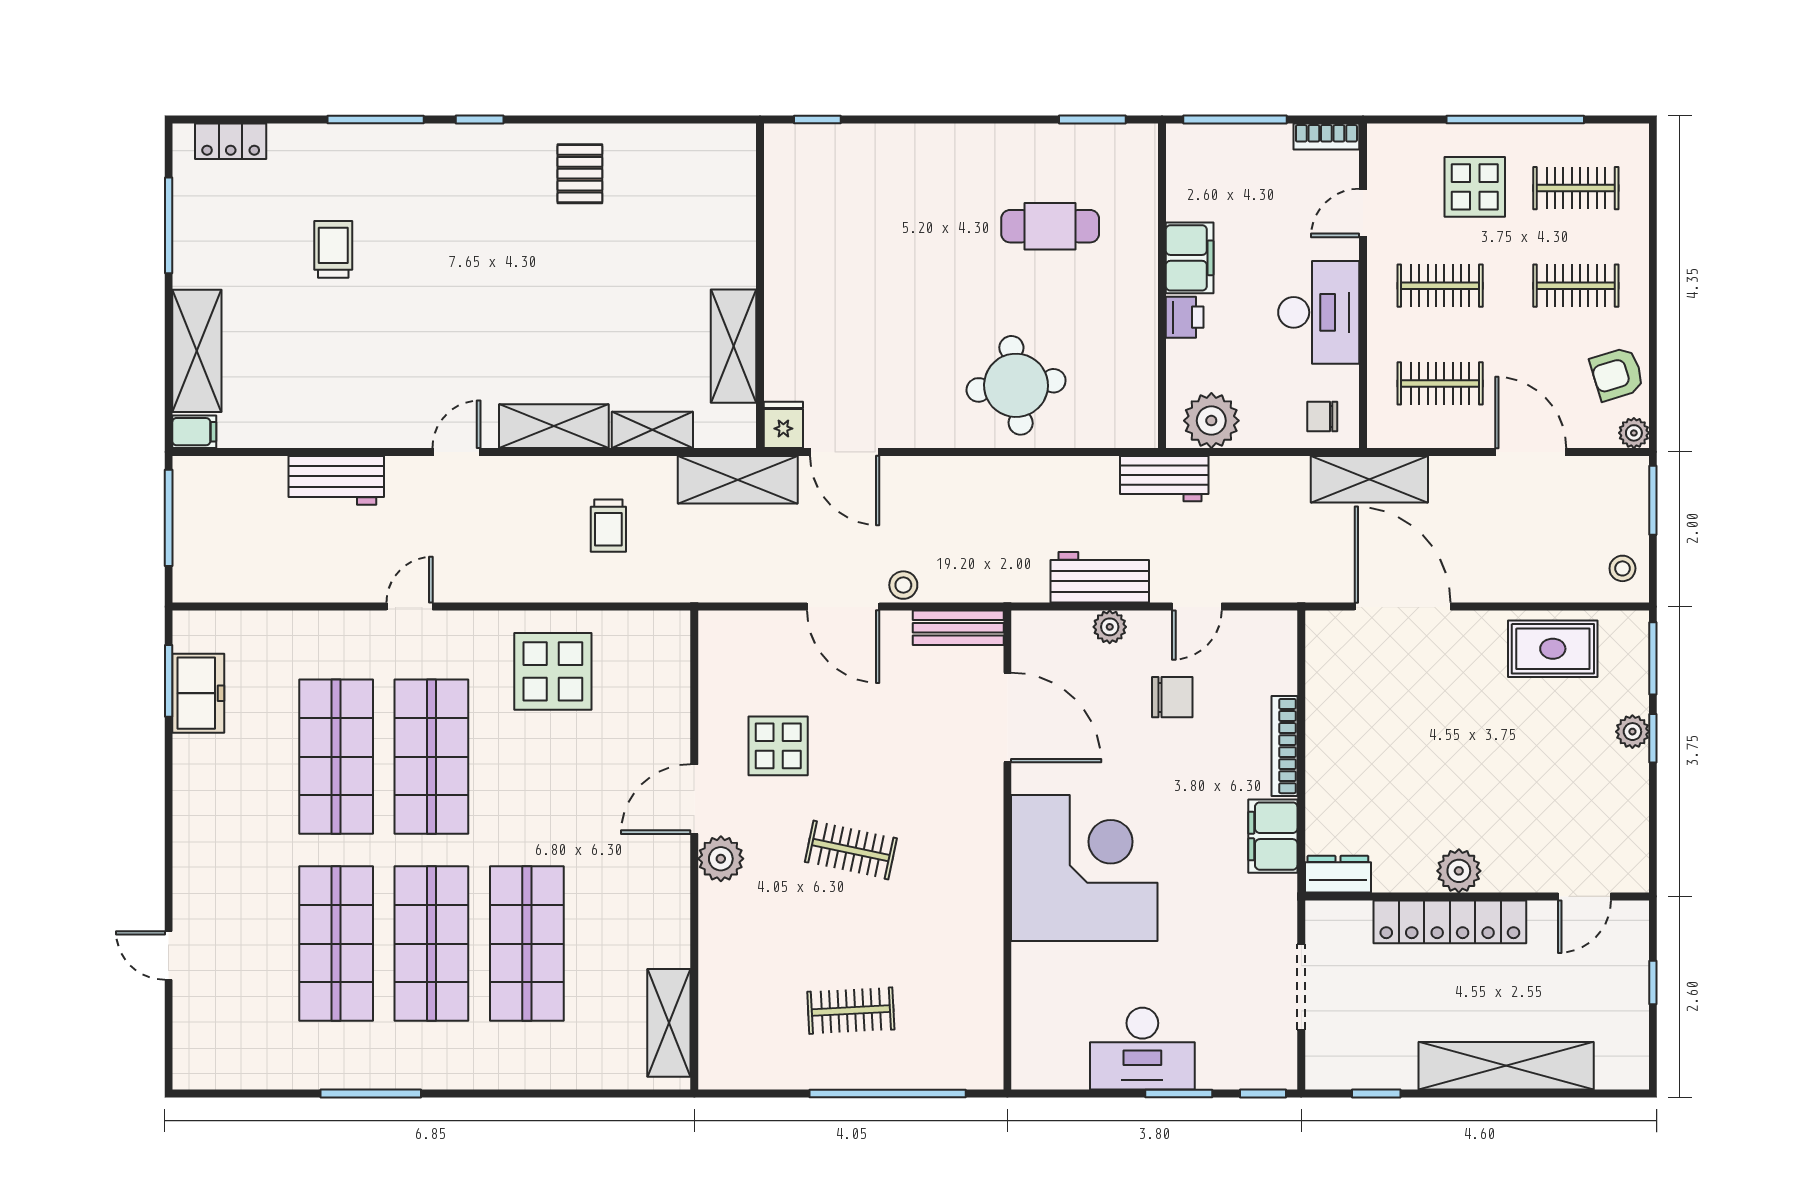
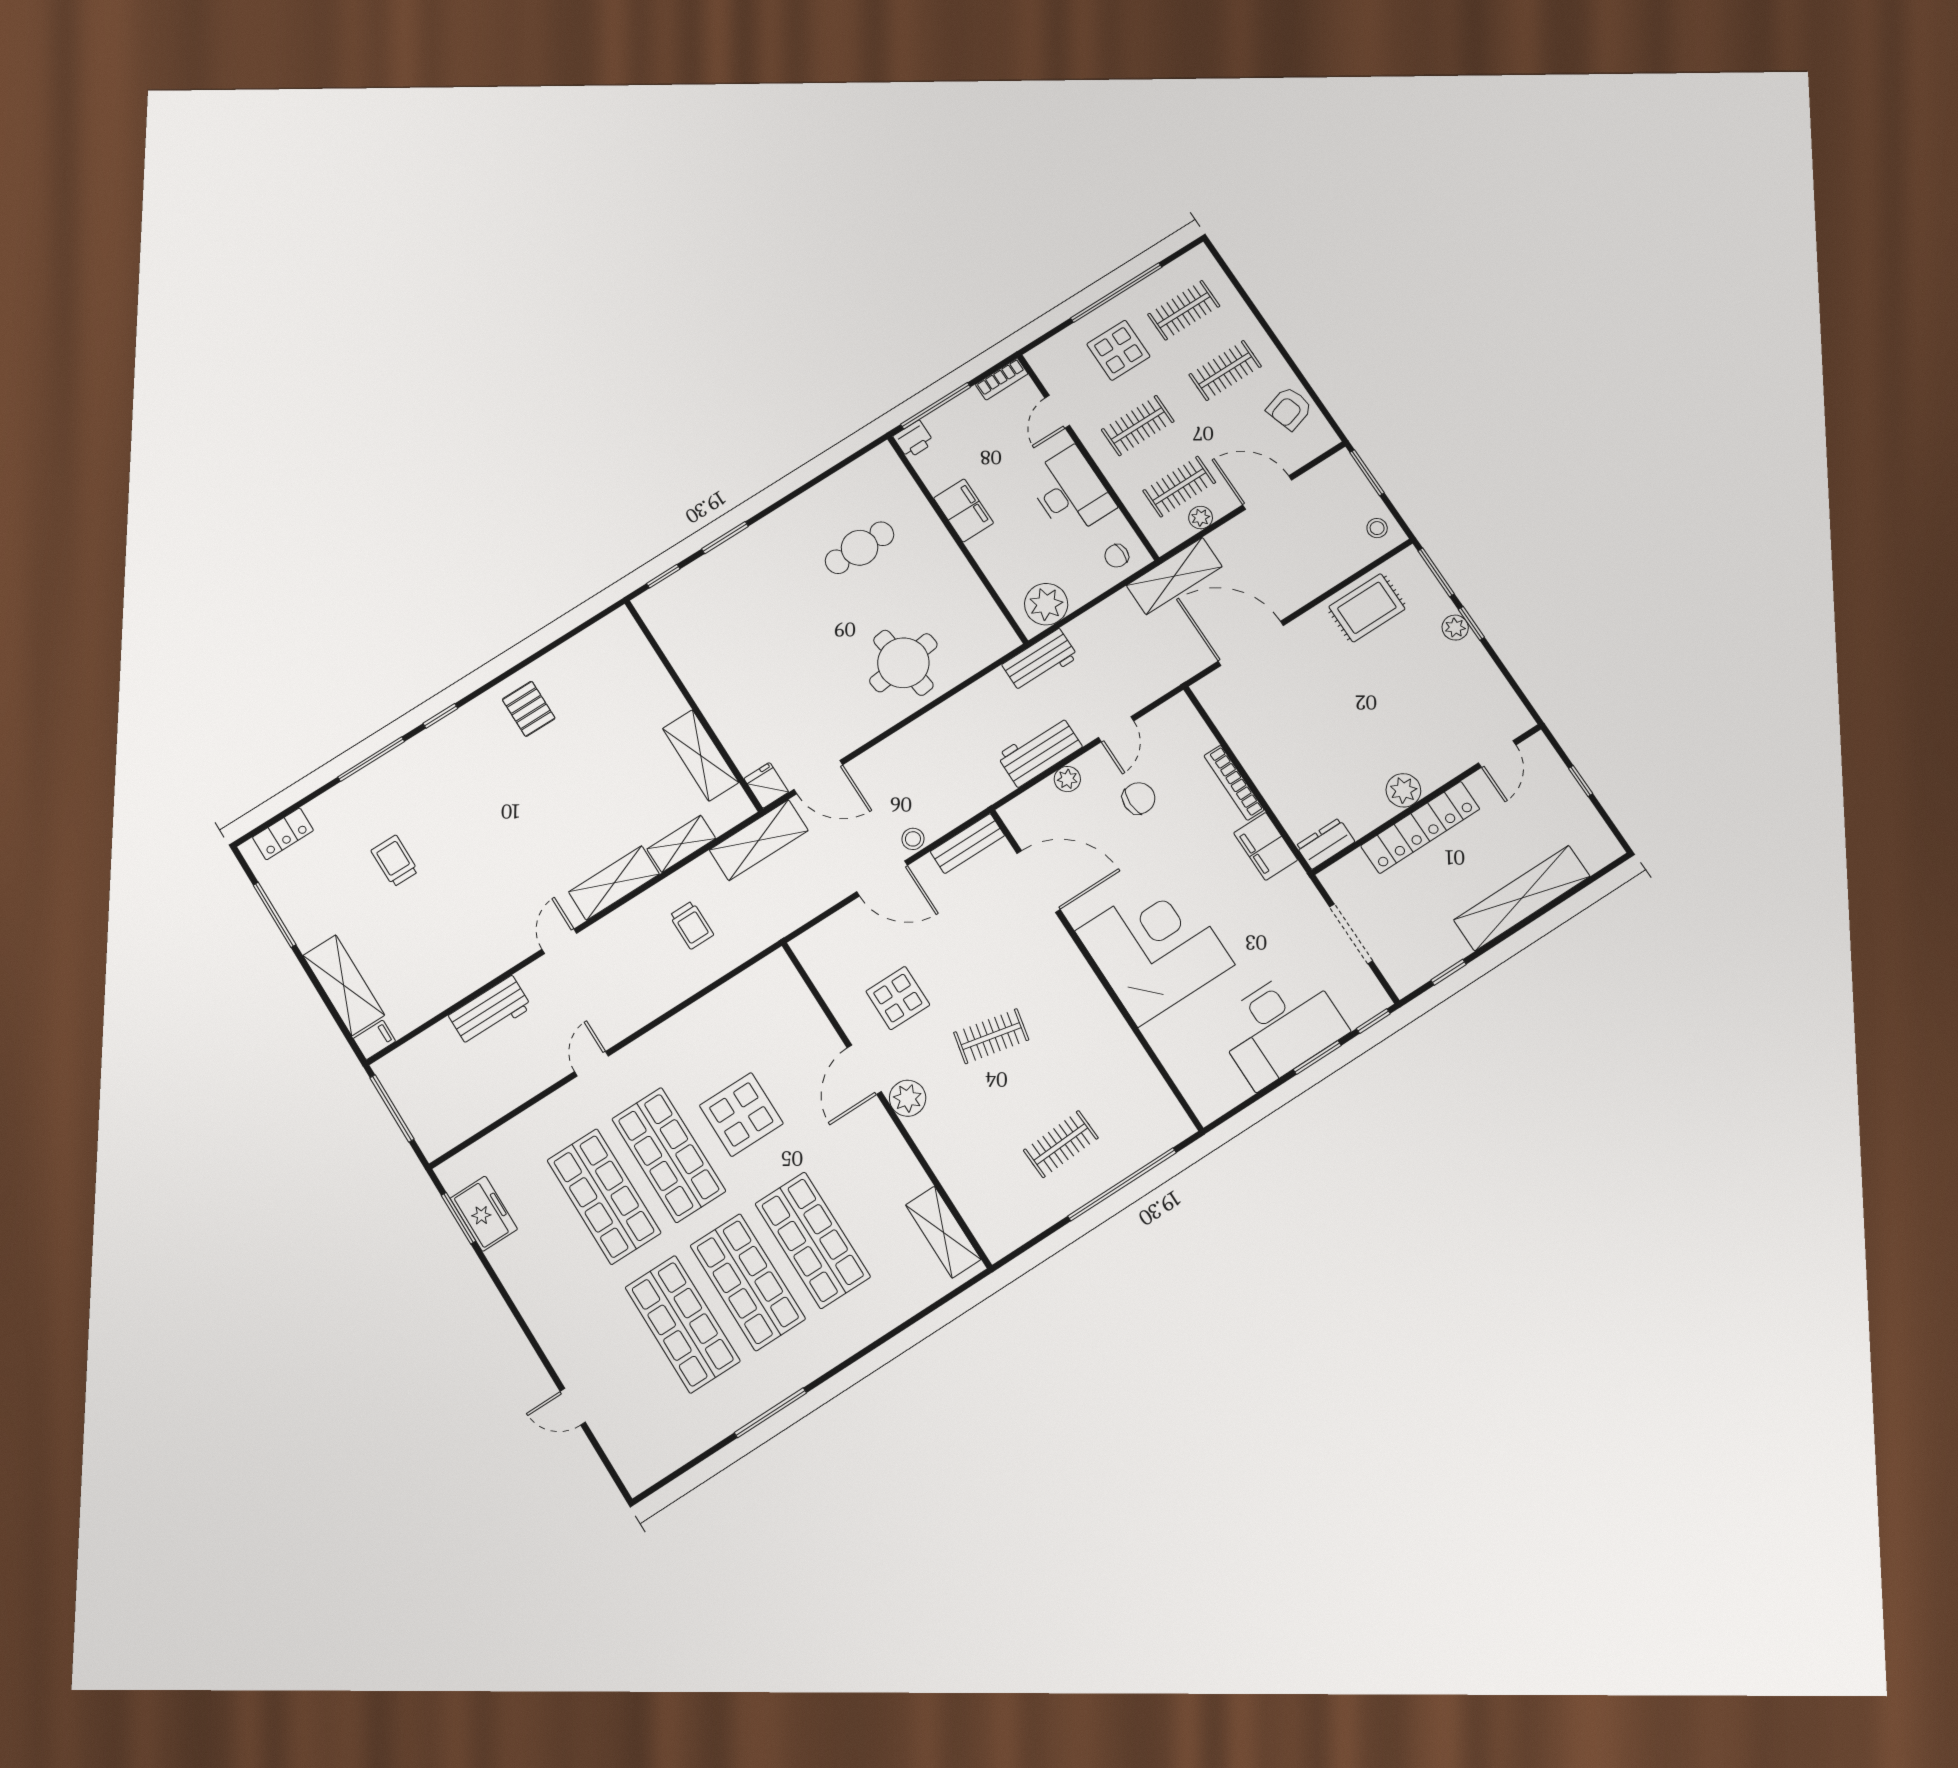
window: (1092, 120) -> (725, 538), moved
printer: (1185, 317) -> (914, 439), moved, turned 90
plant: (1634, 433) -> (1201, 518), moved
display table: (553, 671) -> (741, 1115), moved
desk: (1142, 1049) -> (1280, 1027), width x1.36, depth x1.30

